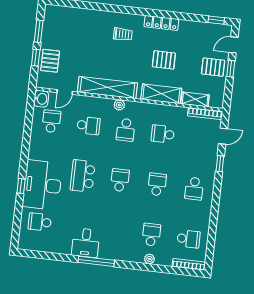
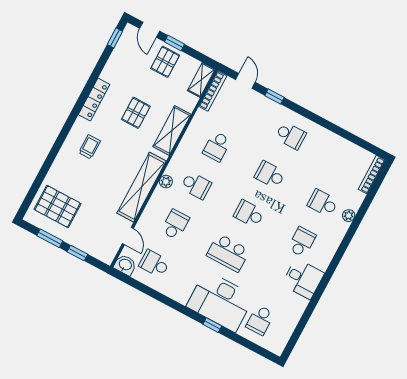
pallet: (50, 61) -> (57, 206), moved, width x1.50, depth x1.42
shelving: (195, 99) -> (201, 80), moved
school desk: (188, 239) -> (302, 242), moved
window: (96, 261) -> (328, 275), removed

